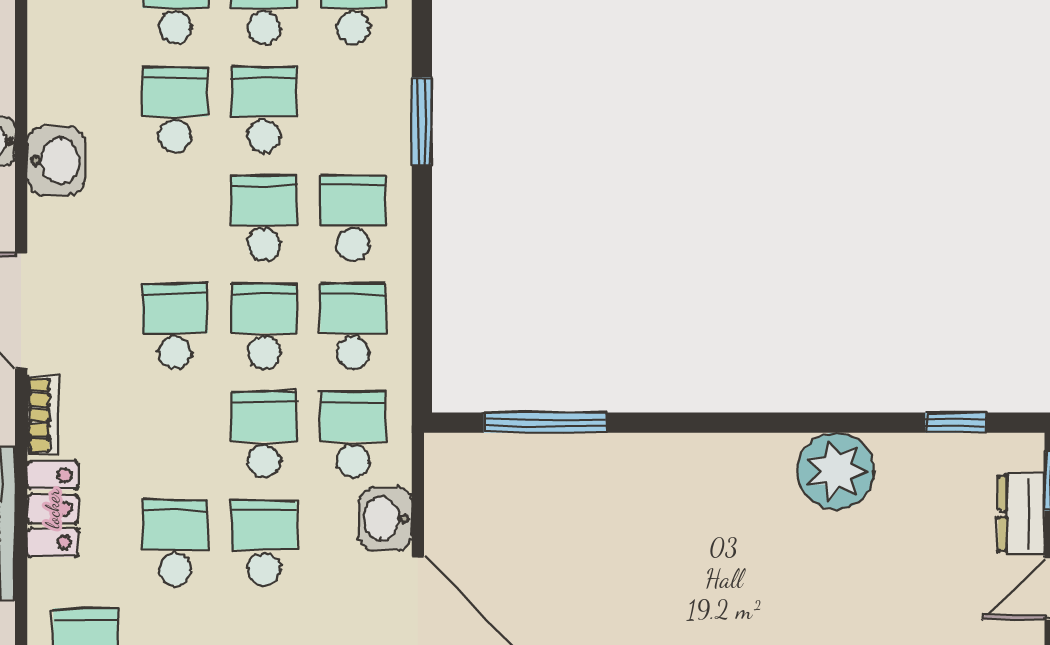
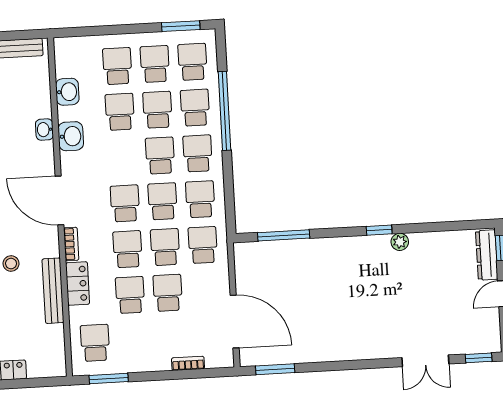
school desk: (353, 110) -> (195, 108), added
window: (422, 121) -> (224, 111), width x2.11
window: (956, 423) -> (379, 230), moved
school desk: (175, 435) -> (128, 249), added
plant: (836, 471) -> (400, 242), width x0.53, depth x0.53
dresser: (1021, 514) -> (487, 255), width x1.44
washbasin: (385, 519) -> (67, 92), moved, turned 180

